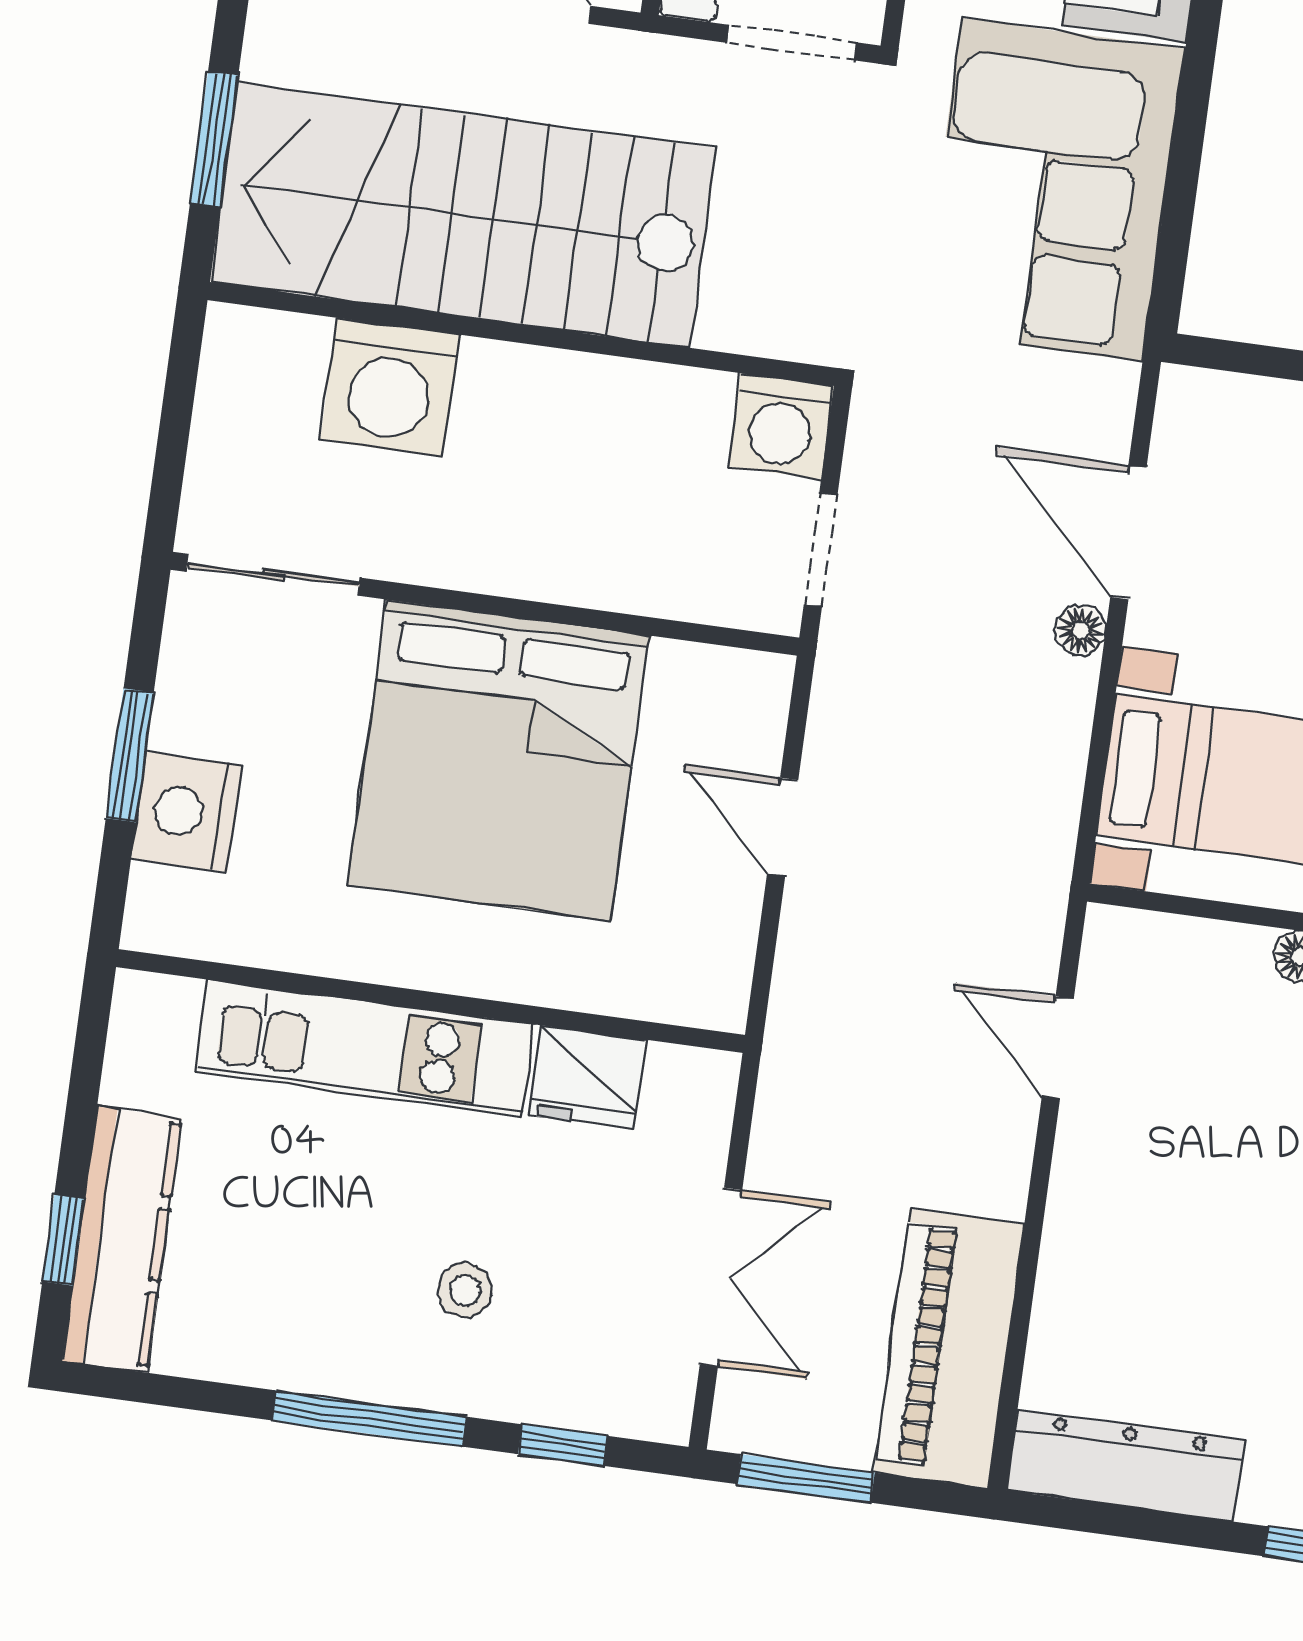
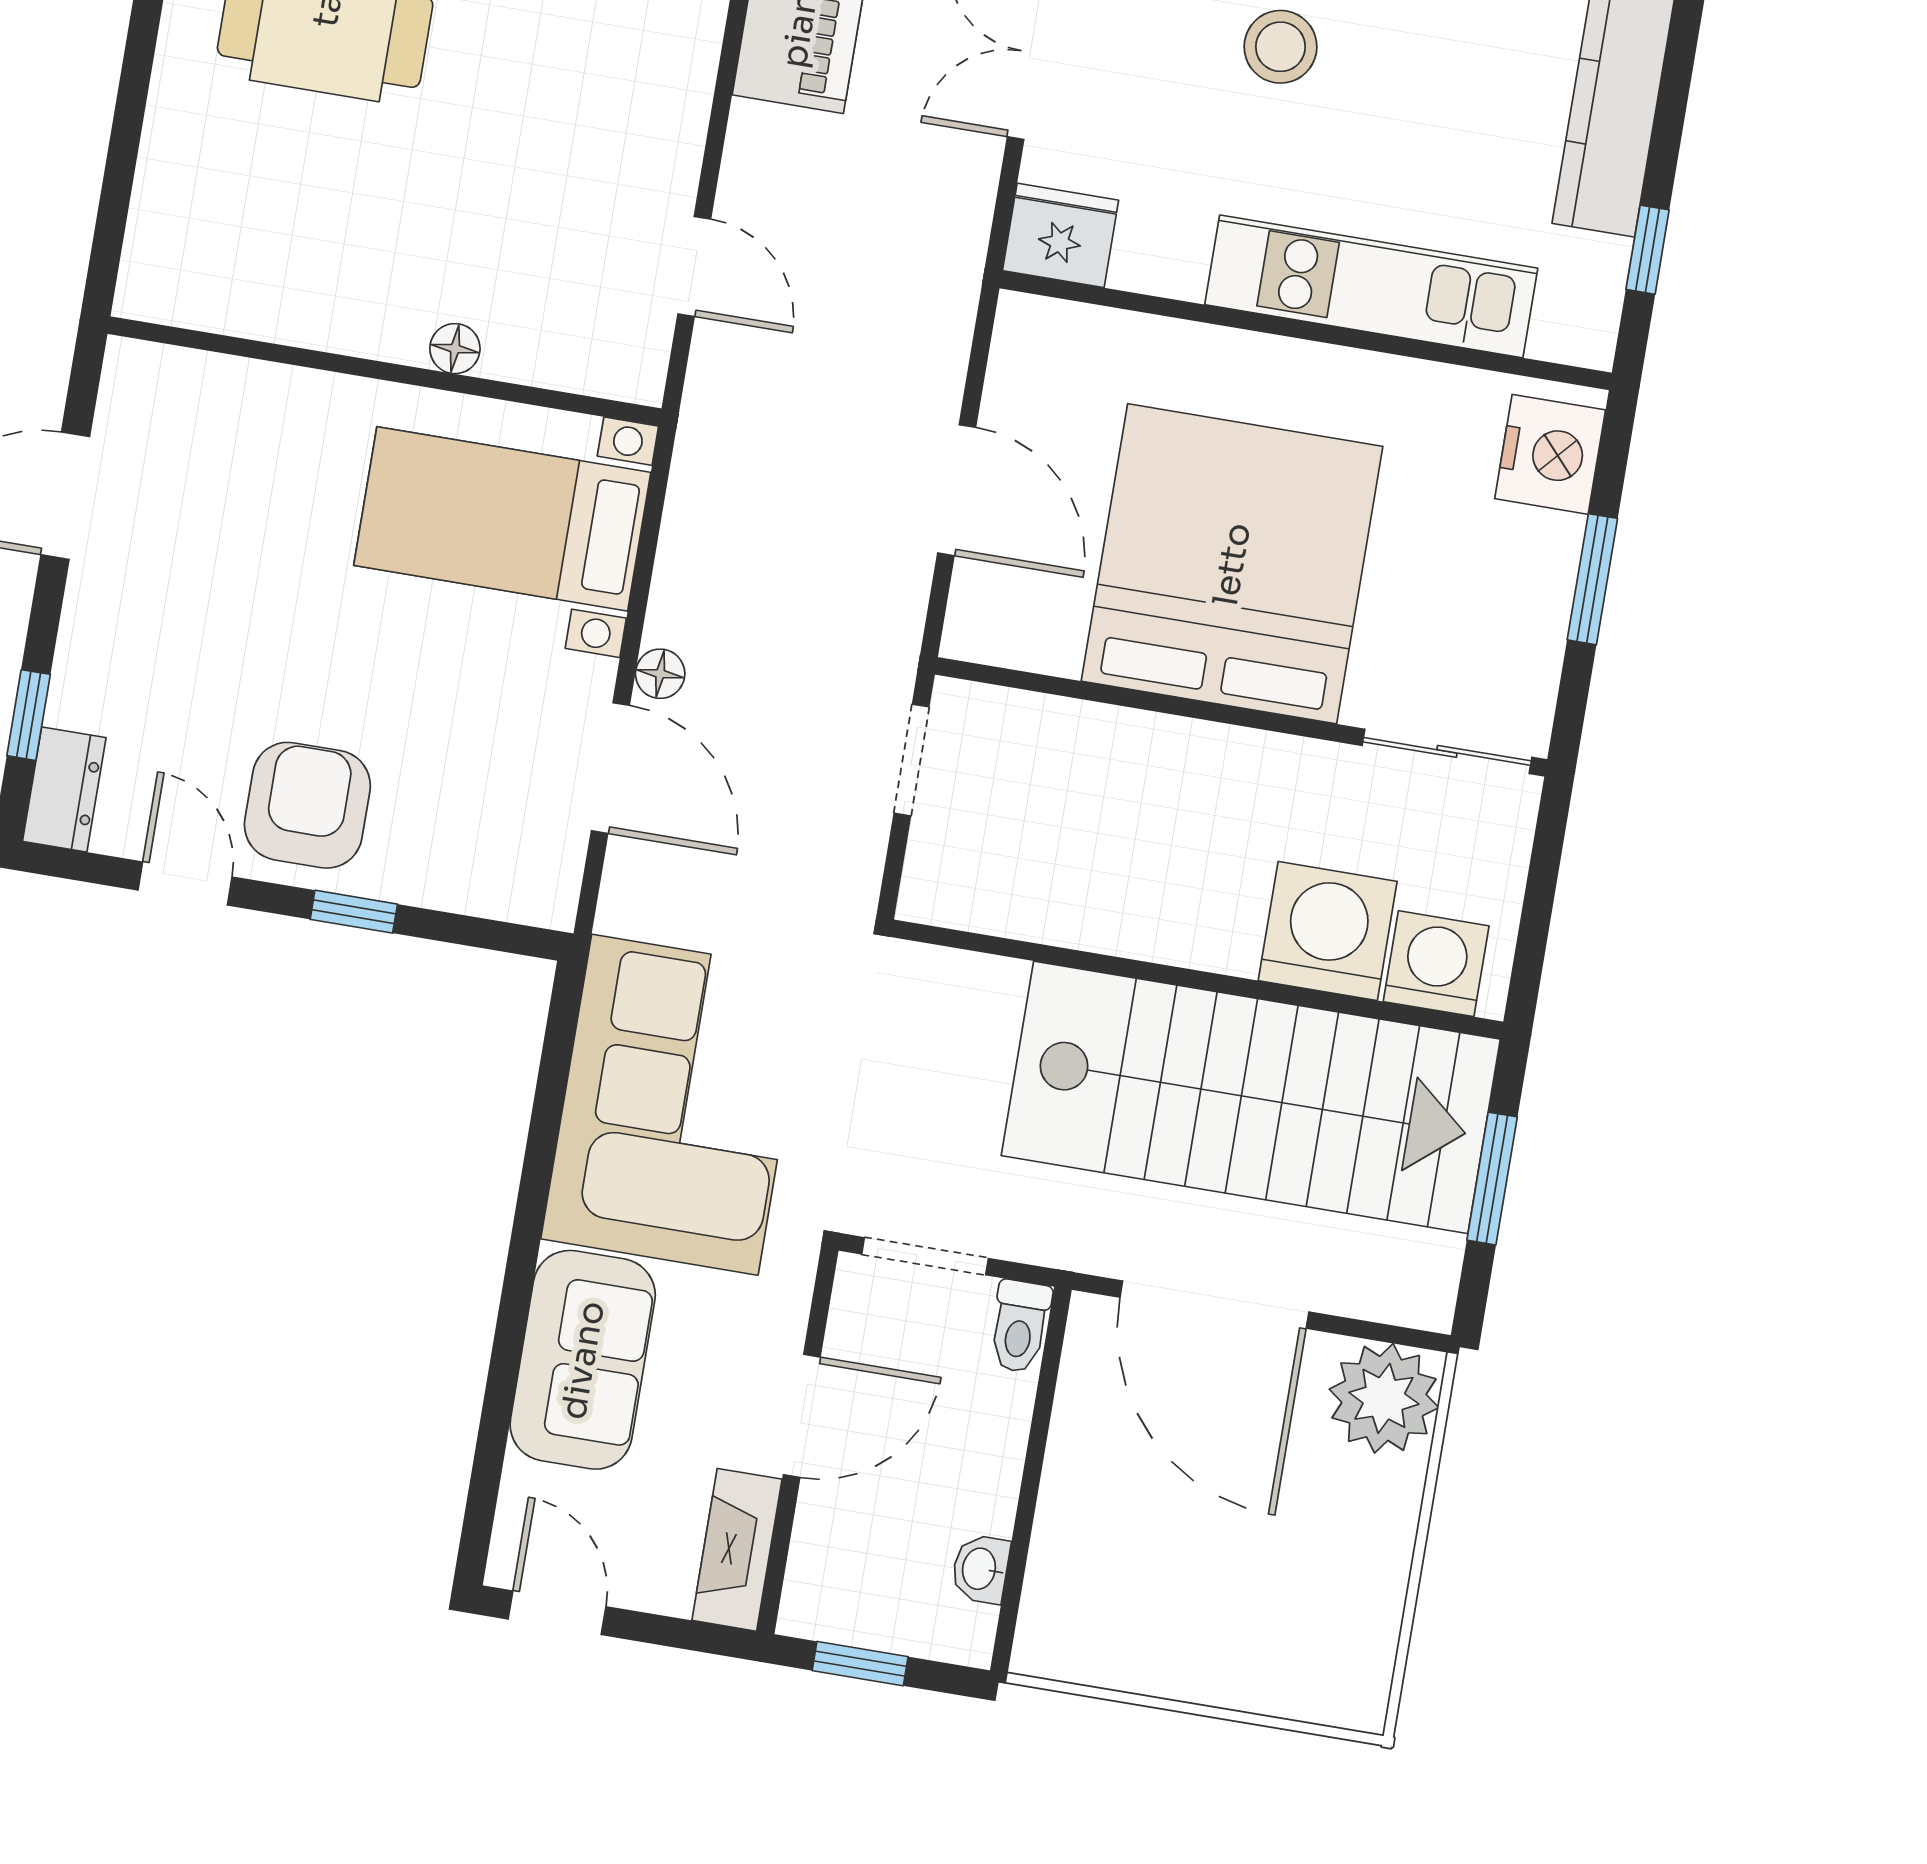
washing machine: (781, 426) -> (1436, 964), moved
nightstand: (186, 812) -> (1550, 454), moved
door: (783, 827) -> (957, 490), width x1.38
fridge: (587, 1077) -> (1061, 235), moved
window: (63, 1240) -> (1648, 250), moved
stool: (465, 1290) -> (1280, 47), width x1.37, depth x1.37

